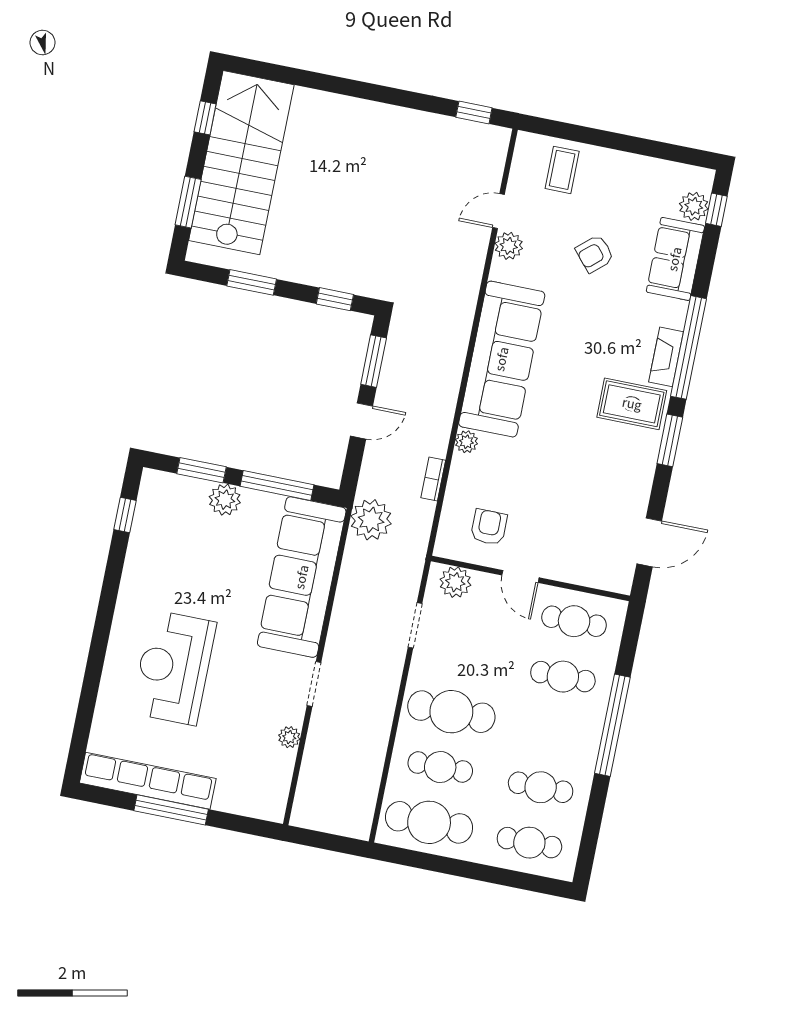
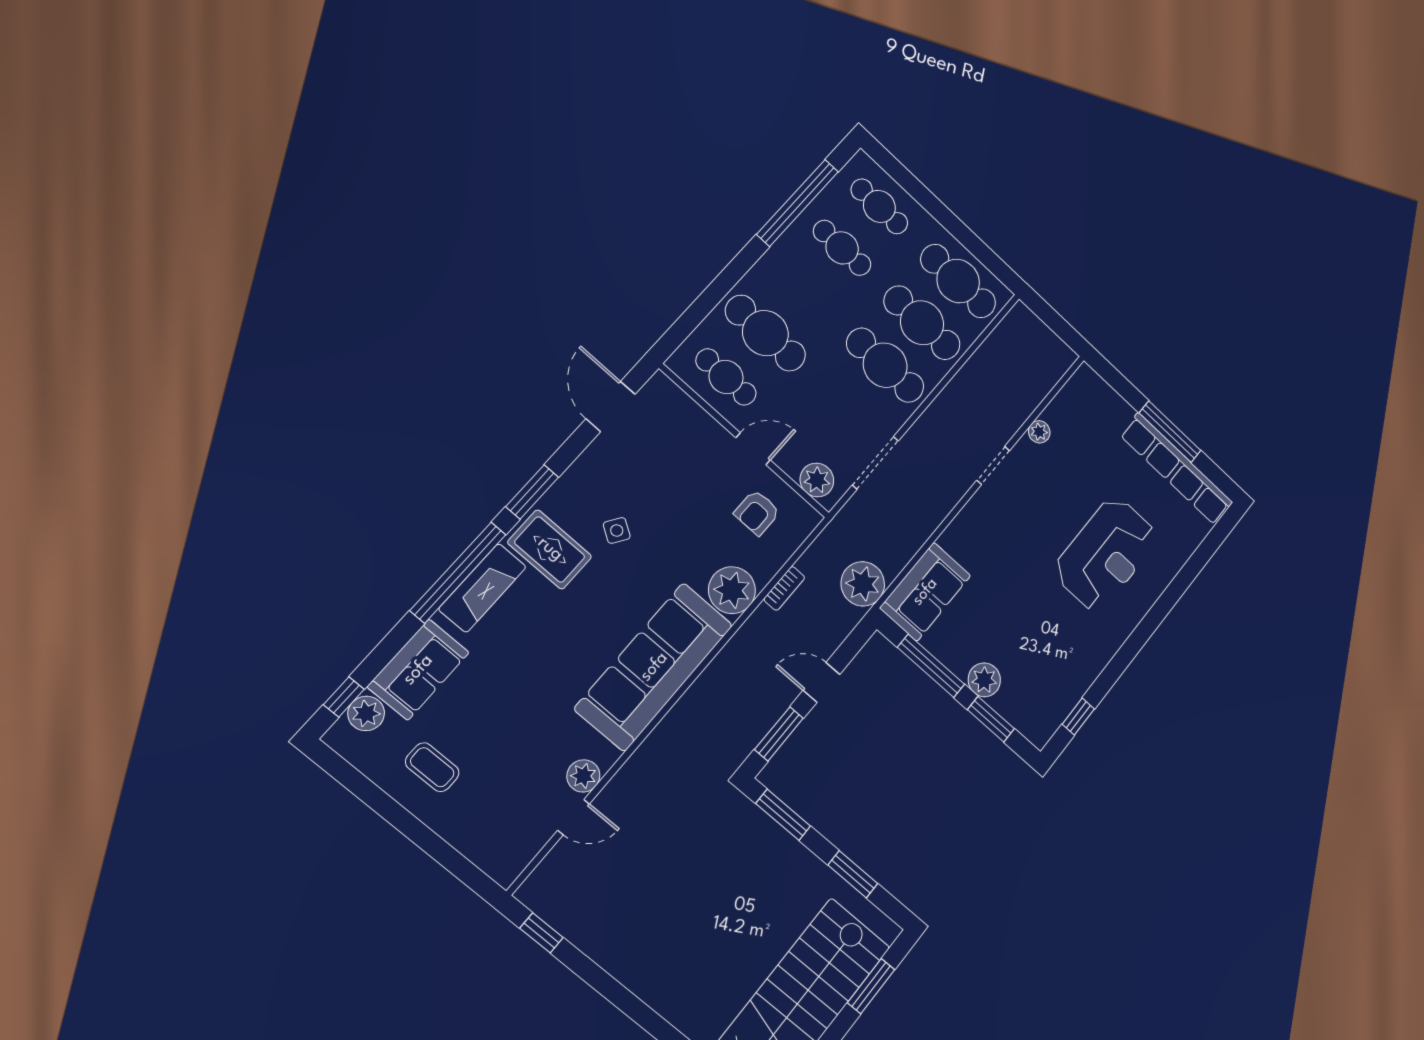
coffee table: (562, 170) -> (432, 767), moved, turned 90
armchair: (595, 254) -> (500, 721), removed
window: (335, 299) -> (783, 815), width x1.50
fireplace: (666, 357) -> (482, 588), width x1.37, depth x1.32
plant: (466, 442) -> (732, 590), width x1.88, depth x1.88
side table: (590, 448) -> (617, 530), added
door: (649, 542) -> (611, 407), hinge flipped
door: (520, 576) -> (753, 449), hinge flipped
sofa: (302, 577) -> (925, 592), width x0.54, depth x0.79
doorway: (415, 625) -> (875, 463), width x1.38
cafe table: (563, 677) -> (765, 333), width x1.37, depth x1.35
window: (612, 725) -> (798, 203), moved
cafe table: (440, 767) -> (922, 323), width x1.37, depth x1.35

